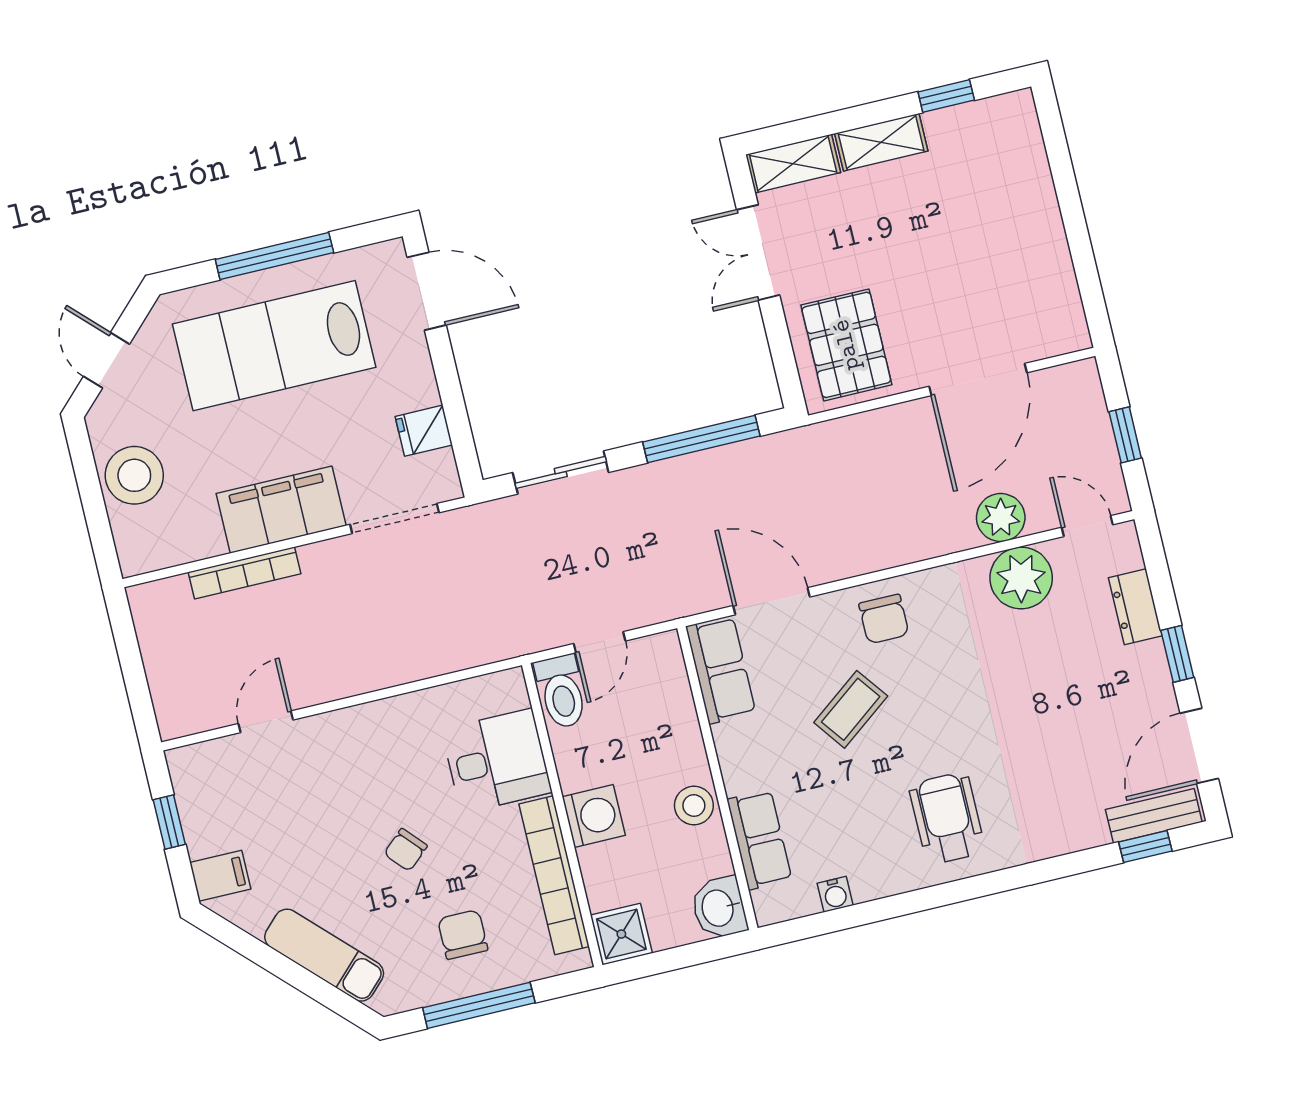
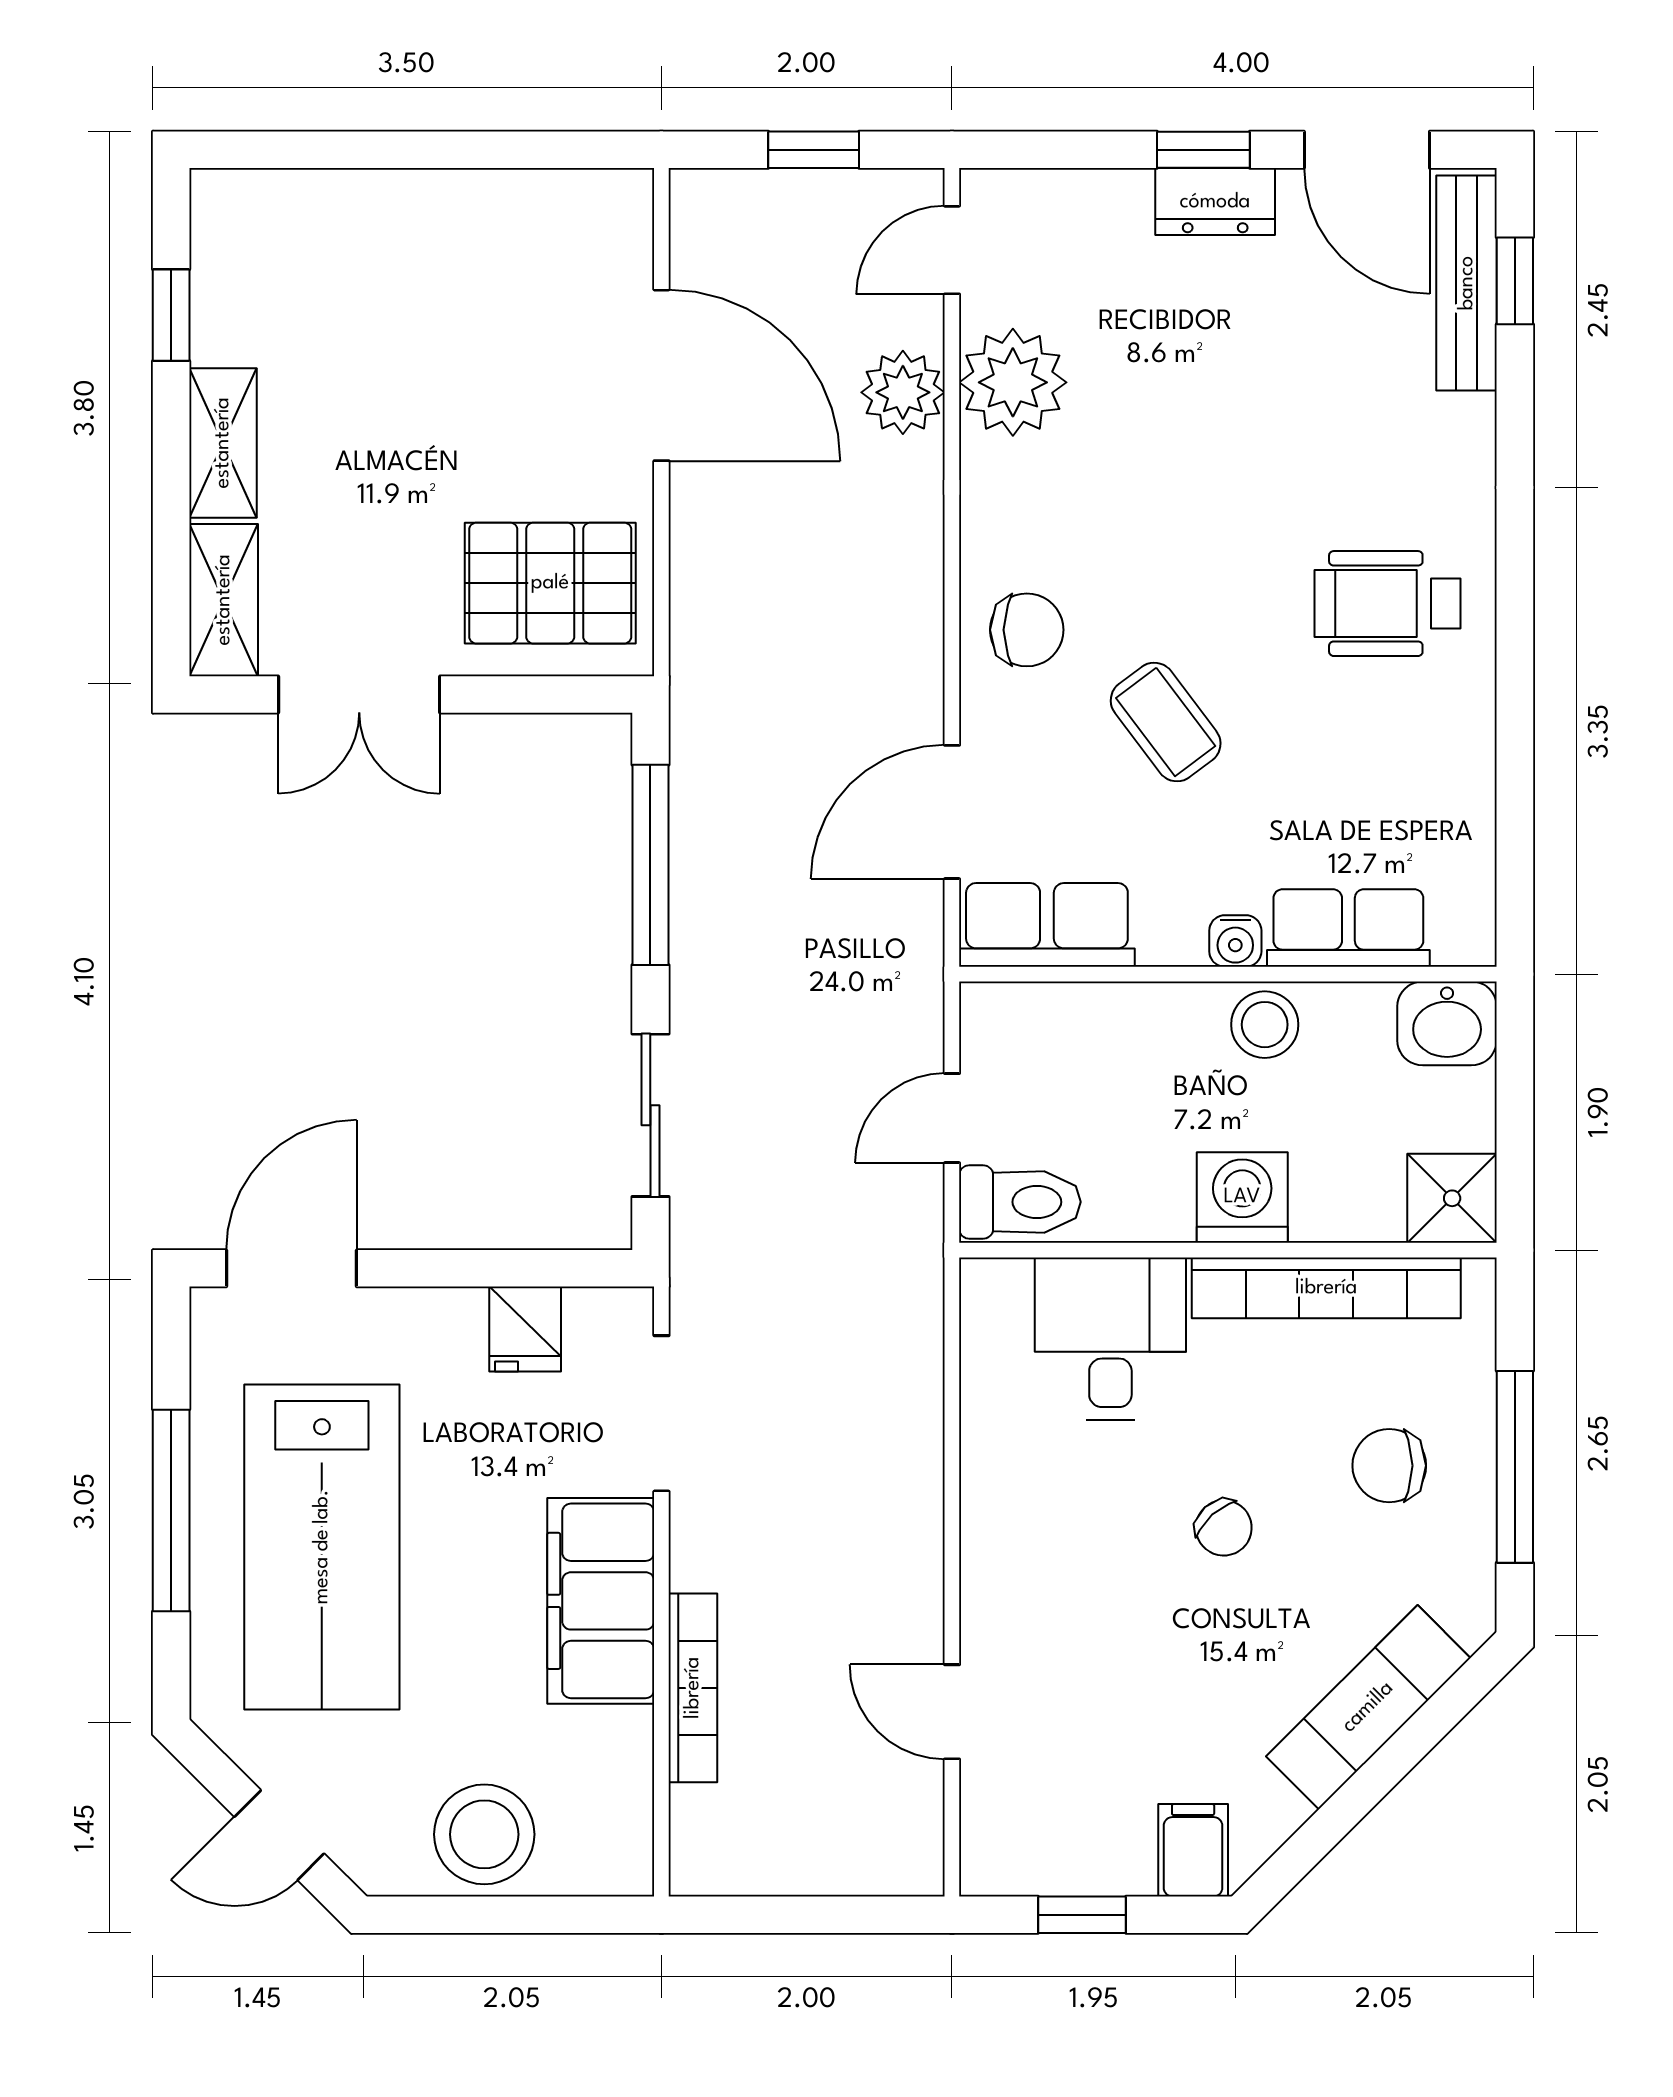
dresser: (1135, 607) -> (1215, 202), moved
door: (599, 642) -> (952, 1118), swing flipped
bench: (1154, 816) -> (1467, 283), width x1.36
water cooler: (835, 894) -> (1235, 941), moved, turned 90

